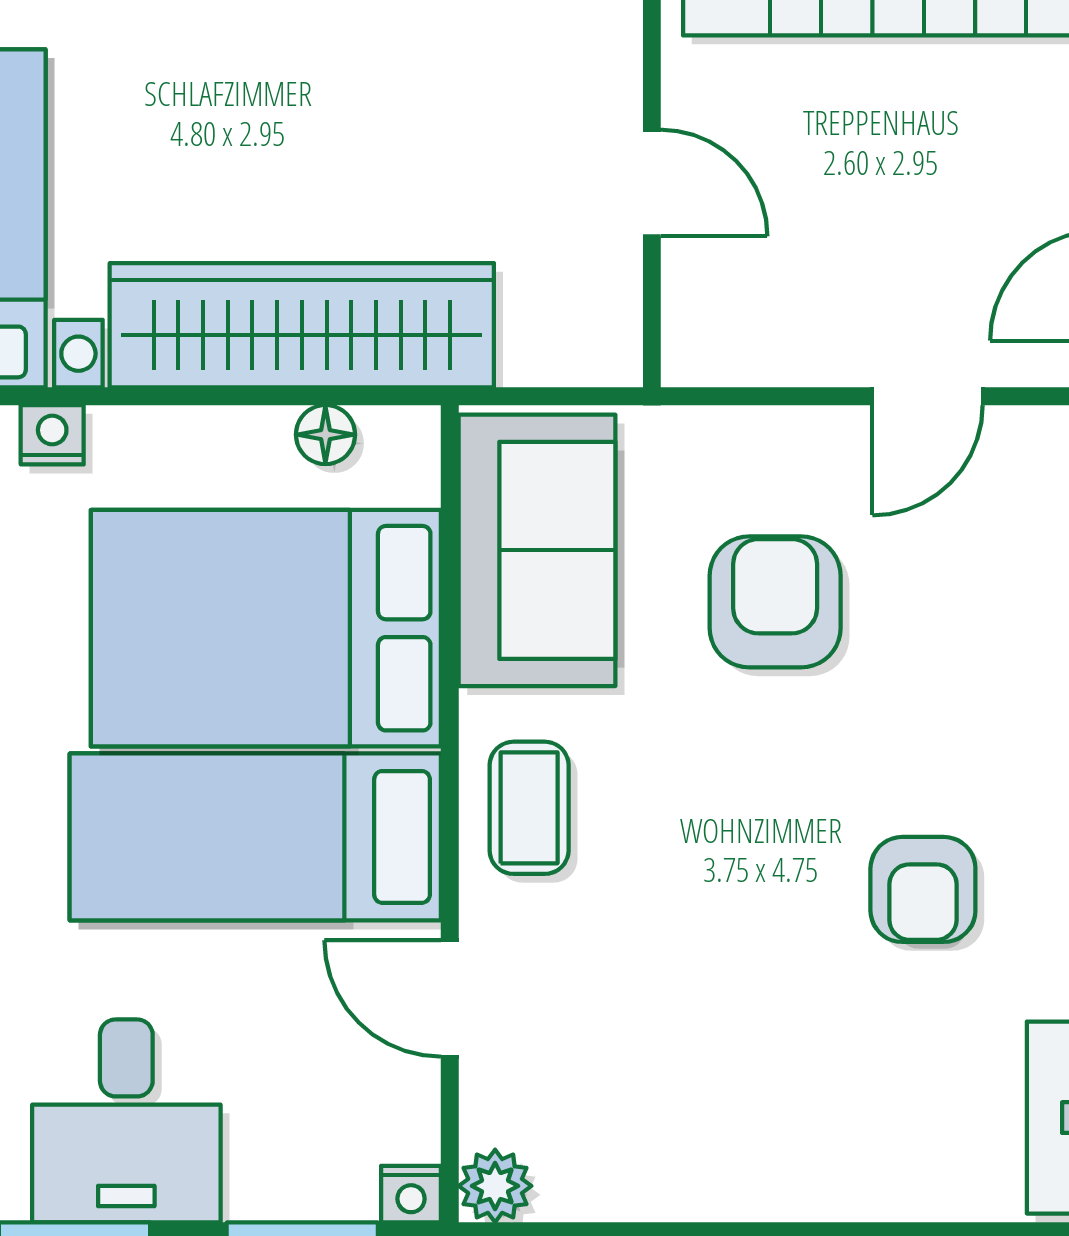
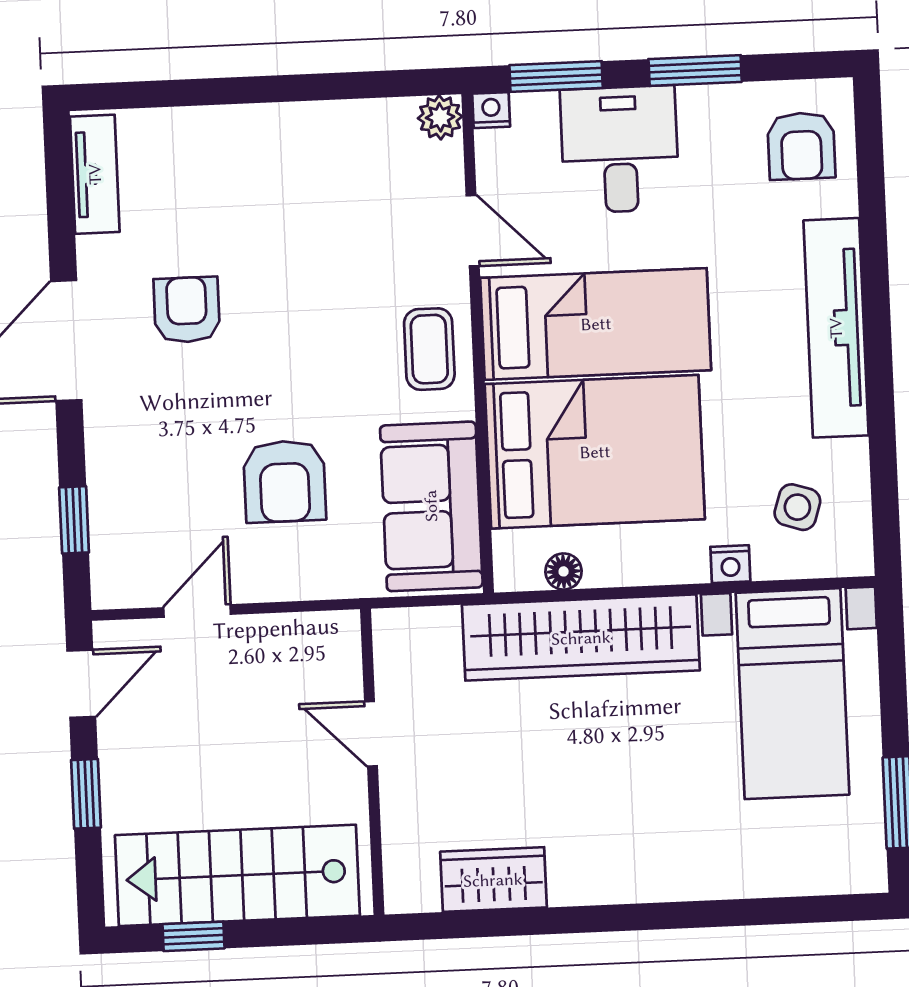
desk: (126, 1121) -> (620, 149), moved

